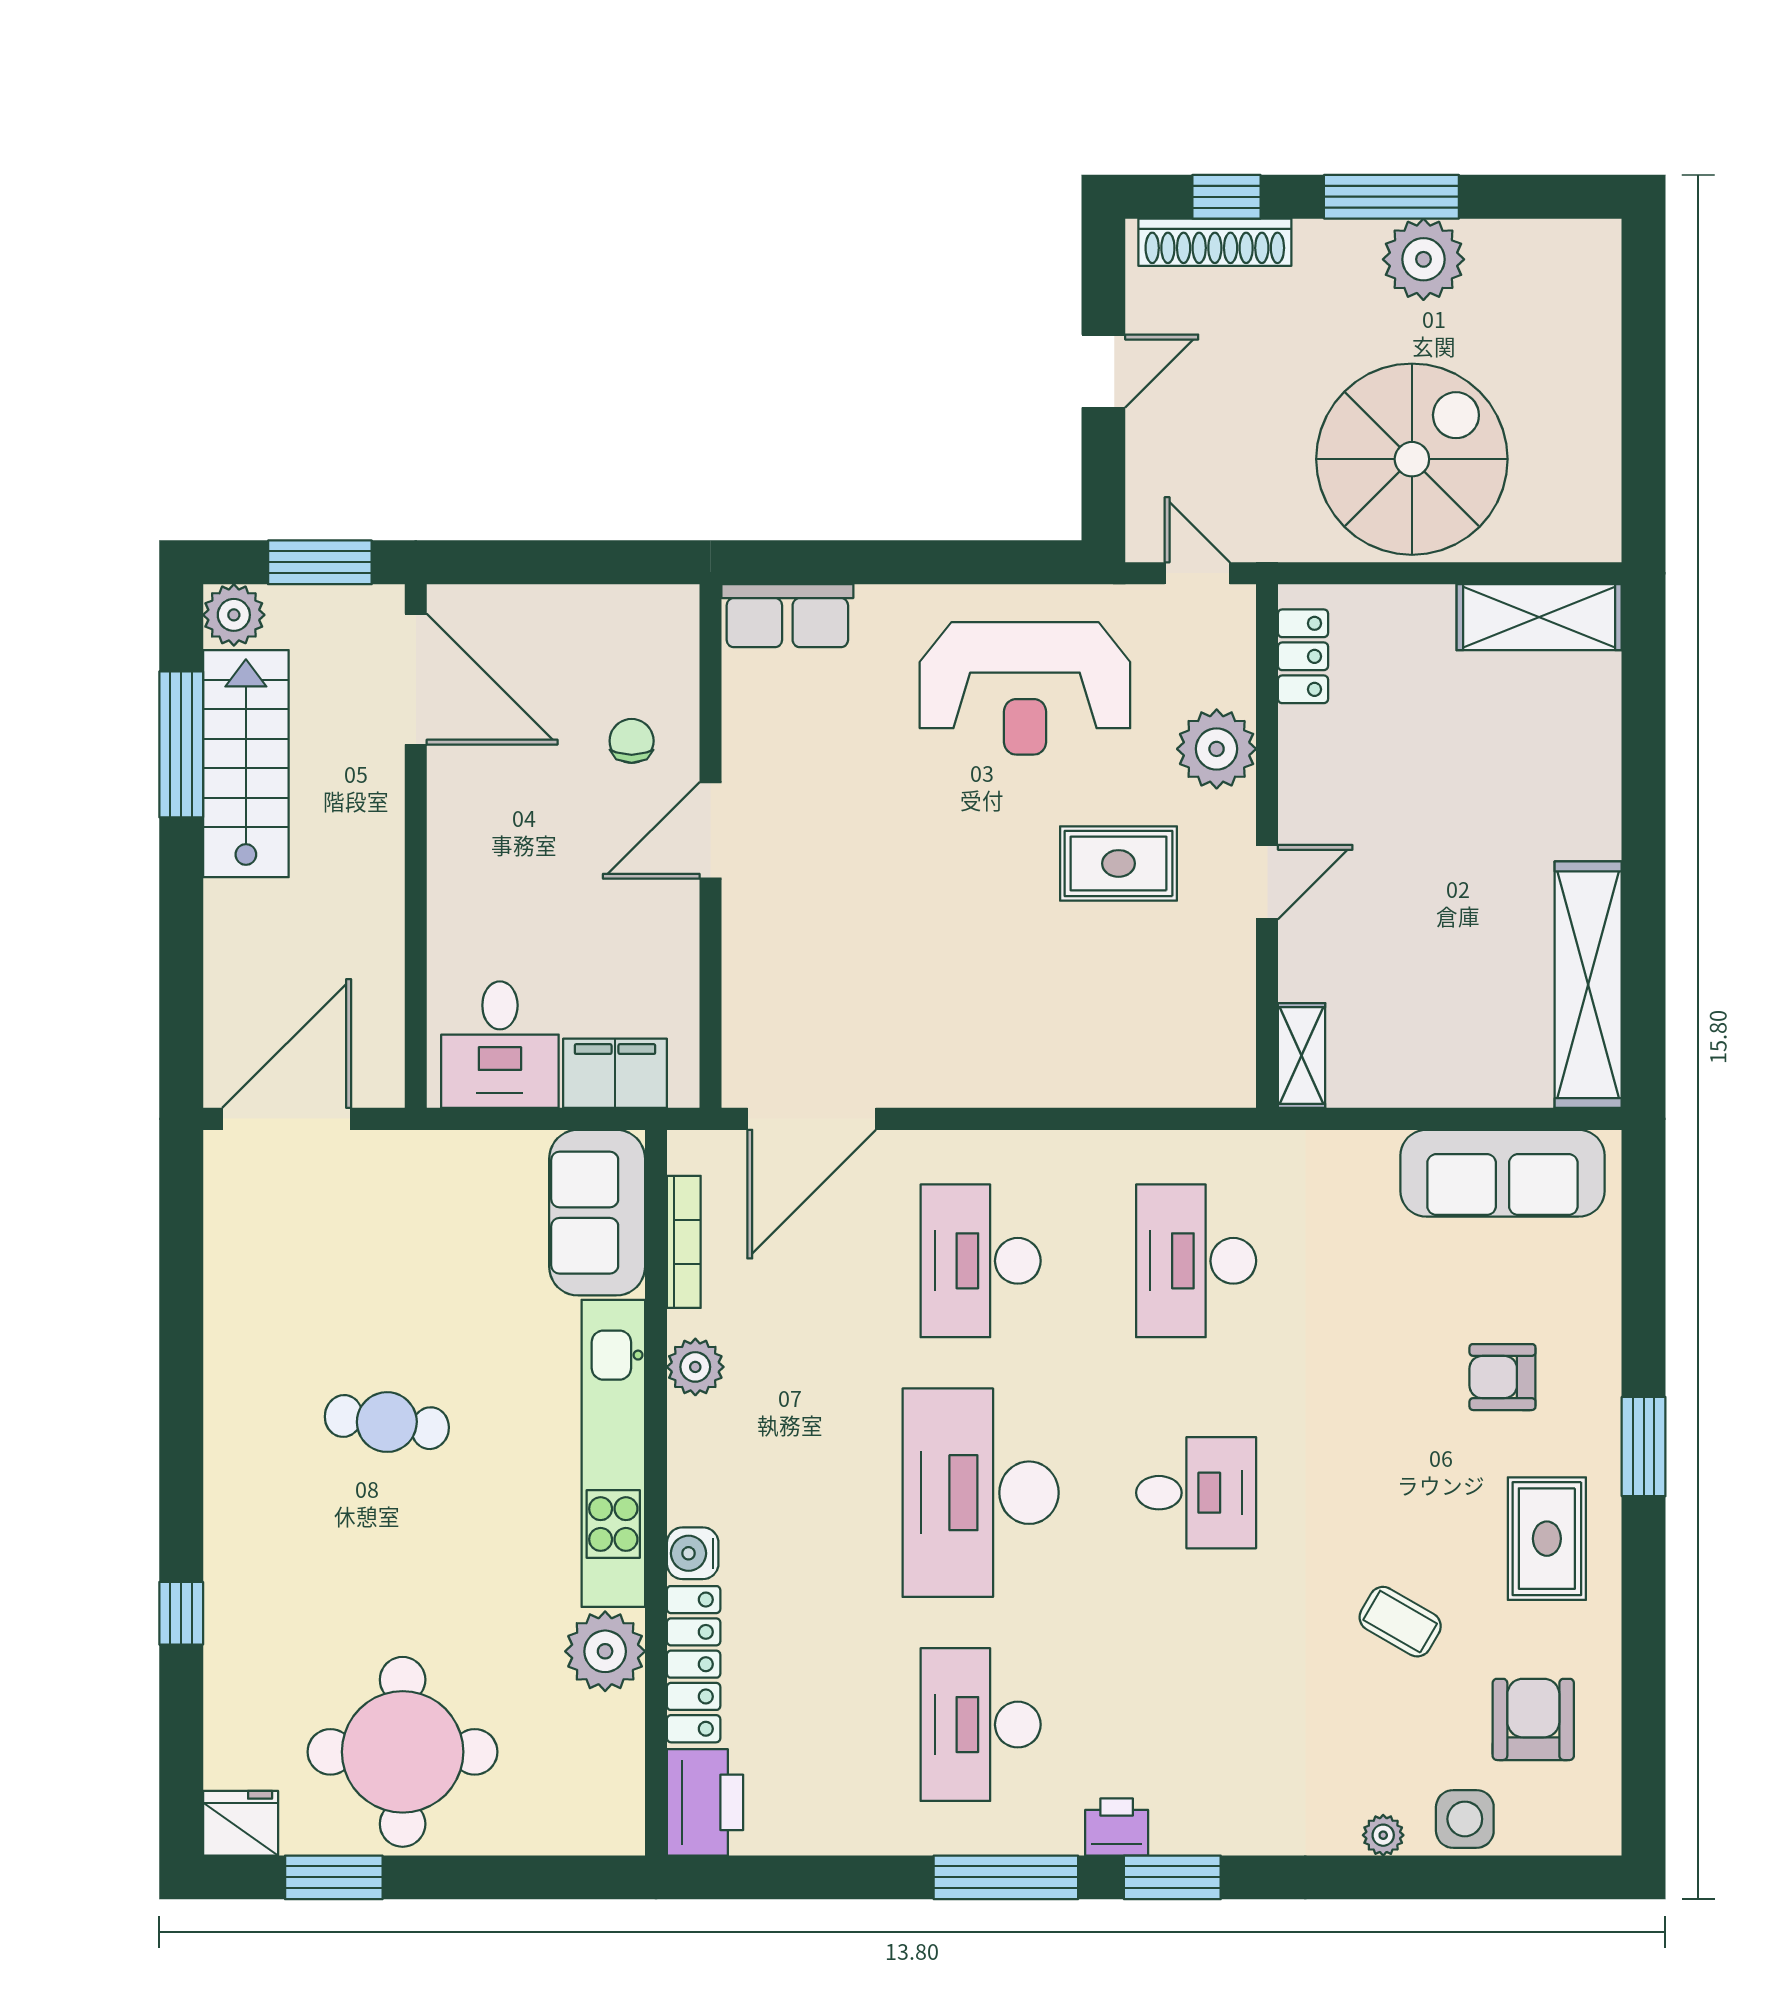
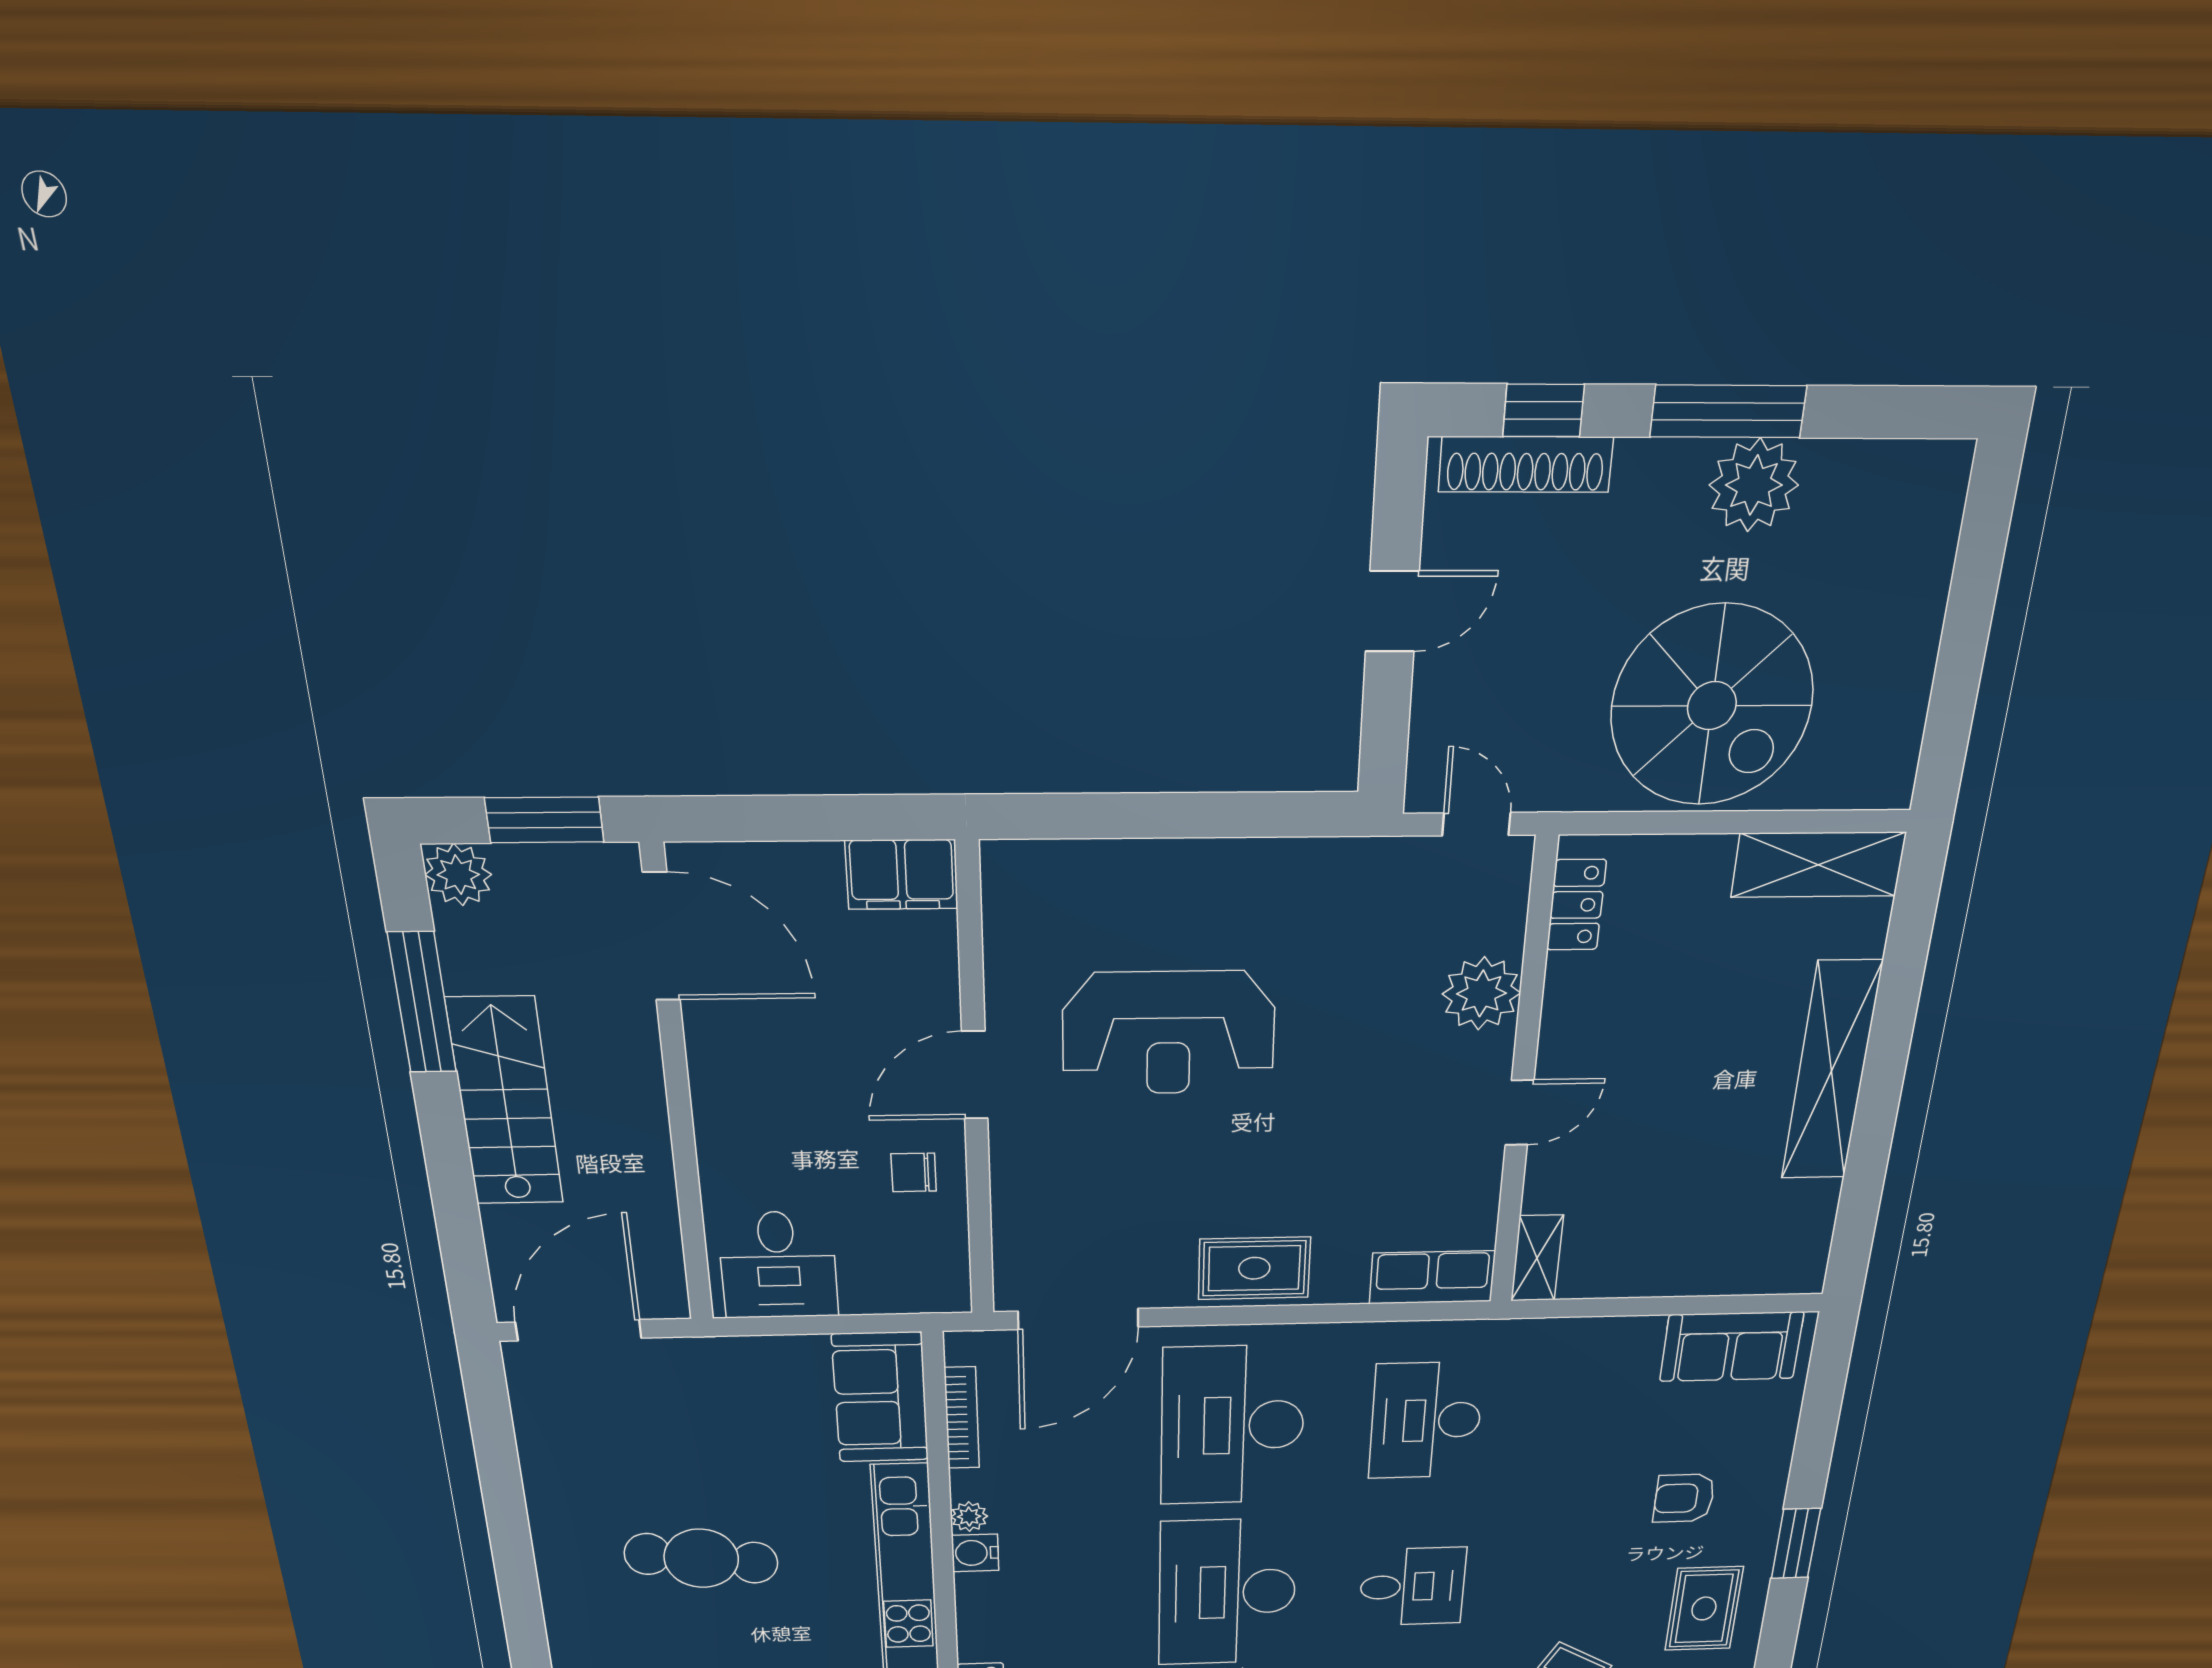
spiral stairs: (1412, 459) -> (1712, 706), turned 90
row of seats: (787, 616) -> (1432, 1277), moved, turned 180
reception desk: (1025, 688) -> (1169, 1033), moved
chair: (632, 741) -> (914, 1172), moved, turned -90
stairs: (246, 764) -> (505, 1102), moved
rug: (1119, 863) -> (1254, 1268), moved
shelving: (1588, 985) -> (1831, 1071), moved
filing cabinet: (615, 1073) -> (902, 875), moved, turned 180
sofa: (1502, 1173) -> (1732, 1347), width x0.73
desk: (981, 1261) -> (1233, 1425), width x1.36, depth x1.30
plant: (695, 1367) -> (969, 1517), width x0.73, depth x0.73
cafe table: (387, 1422) -> (701, 1558), width x1.37, depth x1.35
water cooler: (693, 1553) -> (975, 1553), moved

